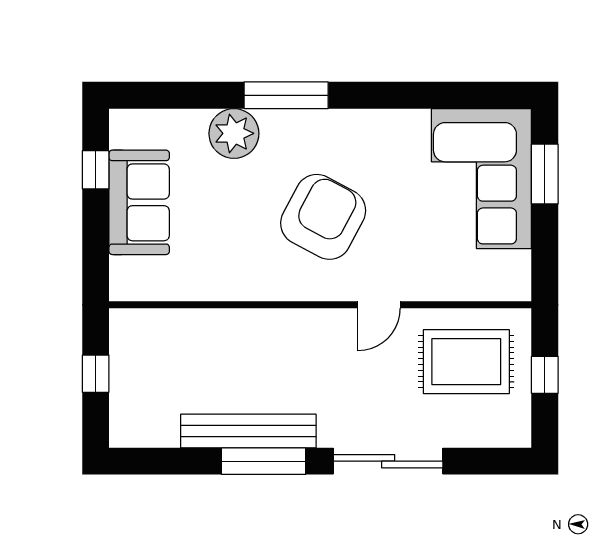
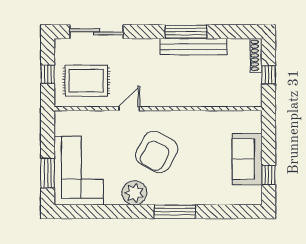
plant: (234, 133) -> (134, 193), moved
shoe rack: (121, 413) -> (256, 55), added
sliding door: (388, 461) -> (97, 32), moved

